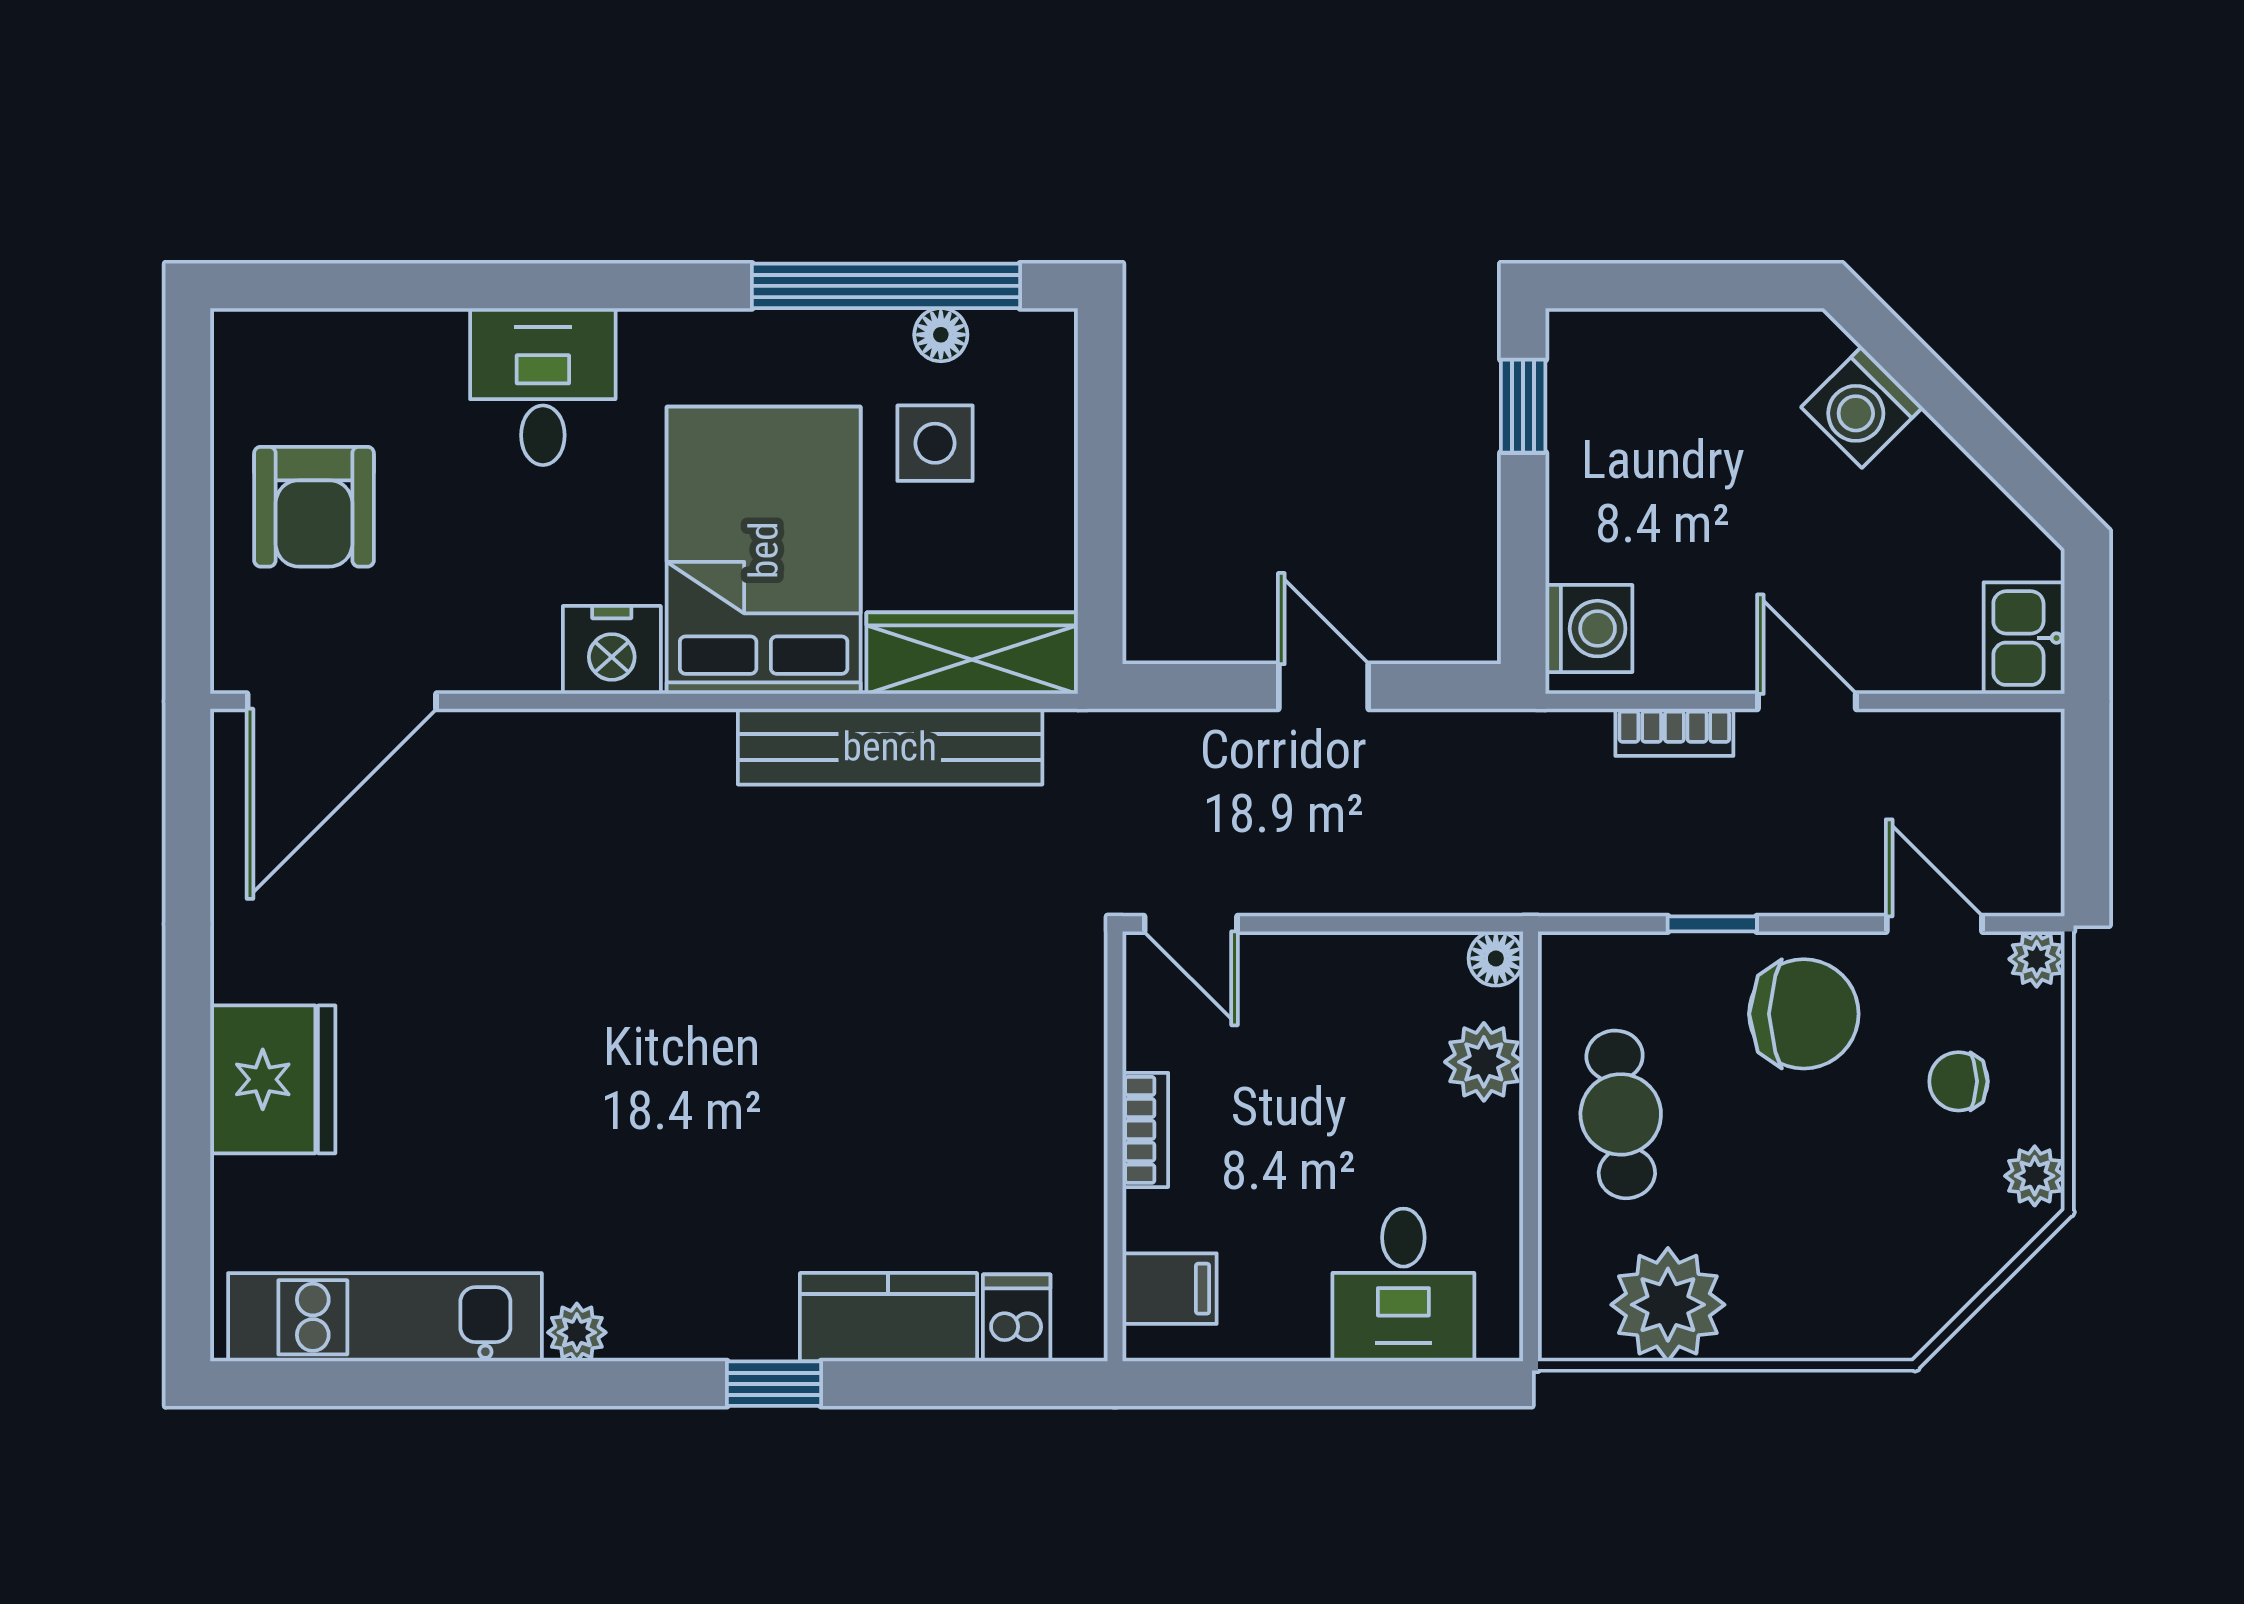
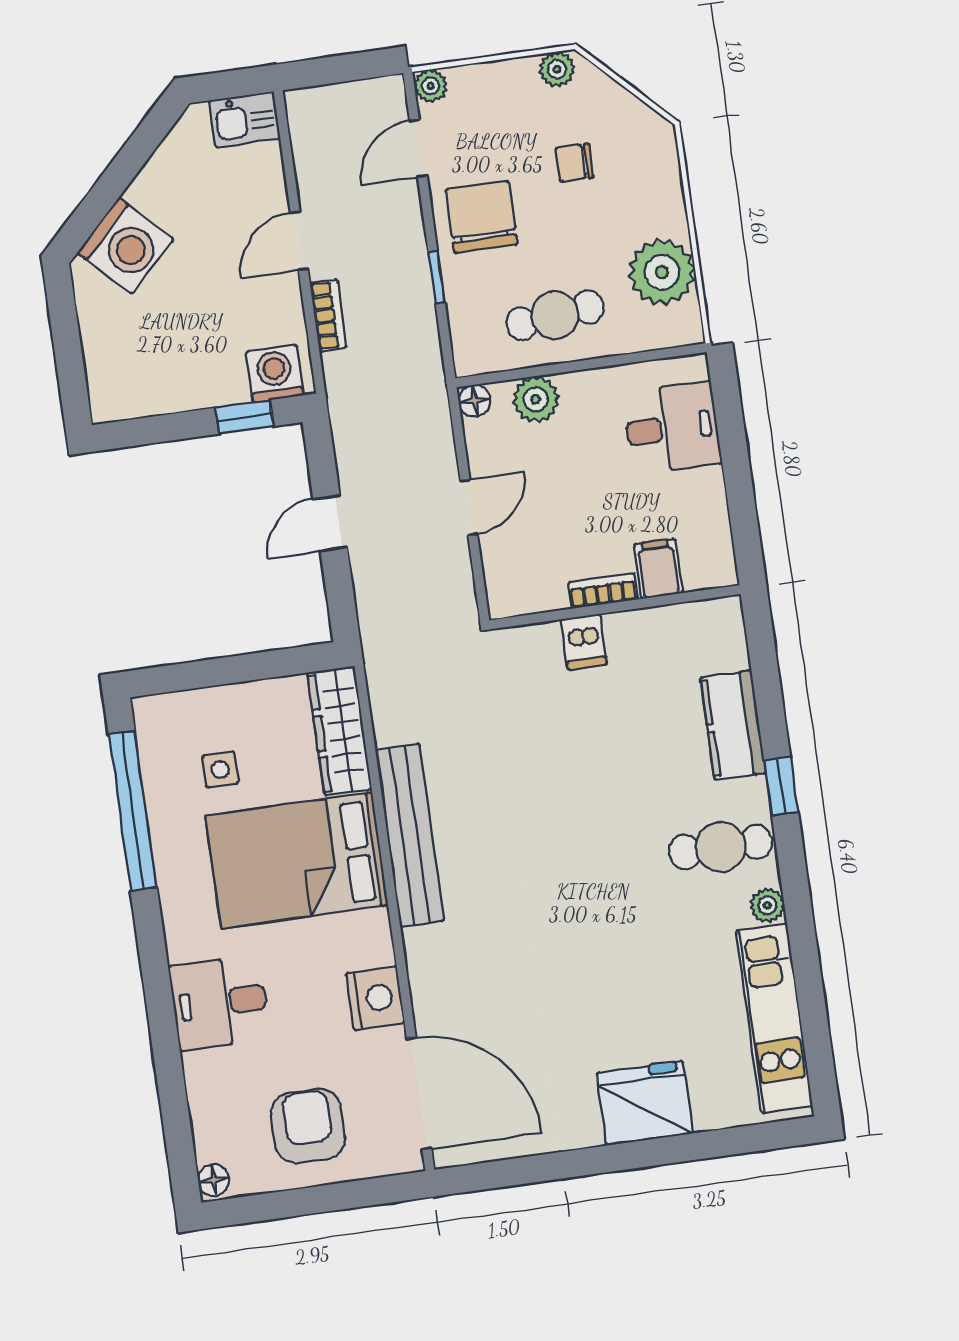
floor lamp: (941, 335) -> (214, 1180), moved
window: (1523, 406) -> (245, 417), moved
washing machine: (1862, 407) -> (125, 246), width x1.37, depth x1.37
side table: (935, 443) -> (220, 770), width x0.73, depth x0.73
armchair: (314, 507) -> (308, 1126), turned -90
nightstand: (612, 650) -> (375, 998), moved
bench: (890, 747) -> (410, 835), moved
door: (1191, 924) -> (469, 507), moved
chair: (1959, 1081) -> (575, 163), moved, turned 90
cafe table: (686, 1267) -> (721, 847), added
filing cabinet: (1170, 1289) -> (658, 569), moved
dishwasher: (1017, 1318) -> (584, 642), moved, turned -90

